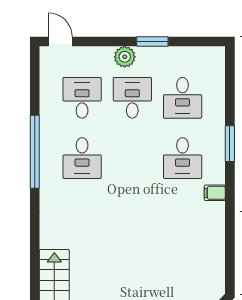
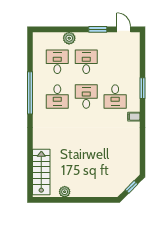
door: (60, 42) -> (124, 29), moved
plant: (125, 57) -> (69, 38), moved
desk: (183, 98) -> (86, 97), moved, turned 180

